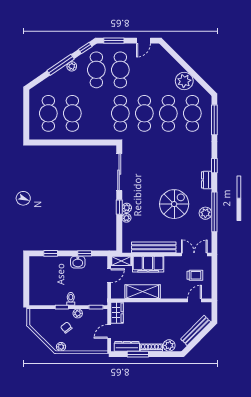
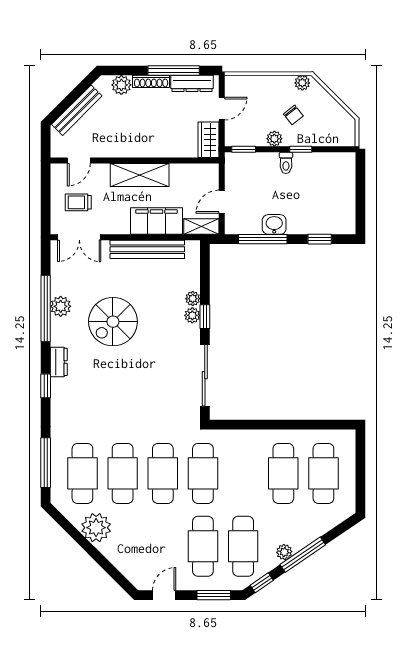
window: (85, 253) -> (263, 239), width x2.17
shelving: (143, 292) -> (140, 175), moved
window: (138, 354) -> (174, 71), width x1.44

